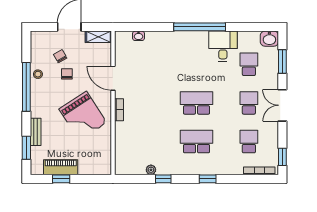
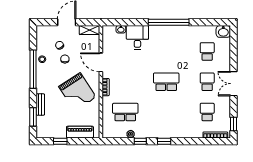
desk: (223, 46) -> (137, 37), moved
window: (282, 61) -> (233, 49), removed
school desk: (197, 142) -> (125, 112), moved
piano: (61, 167) -> (80, 132), moved
window: (208, 179) -> (164, 141), moved

